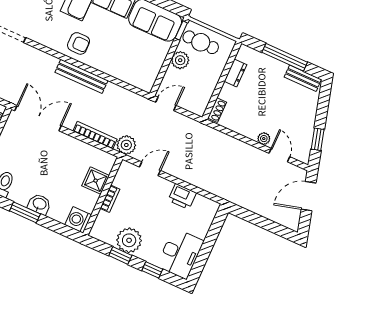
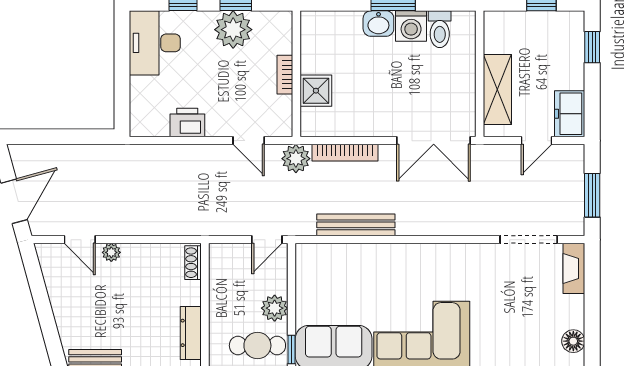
armchair: (79, 43) -> (424, 268), removed
dresser: (235, 73) -> (191, 333), width x1.44
bench: (81, 76) -> (356, 225), moved
window: (318, 139) -> (37, 285), removed
door: (150, 169) -> (249, 141), hinge flipped
washing machine: (78, 220) -> (411, 26), moved, turned 90

